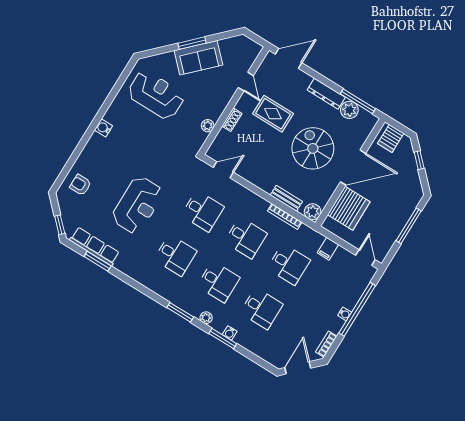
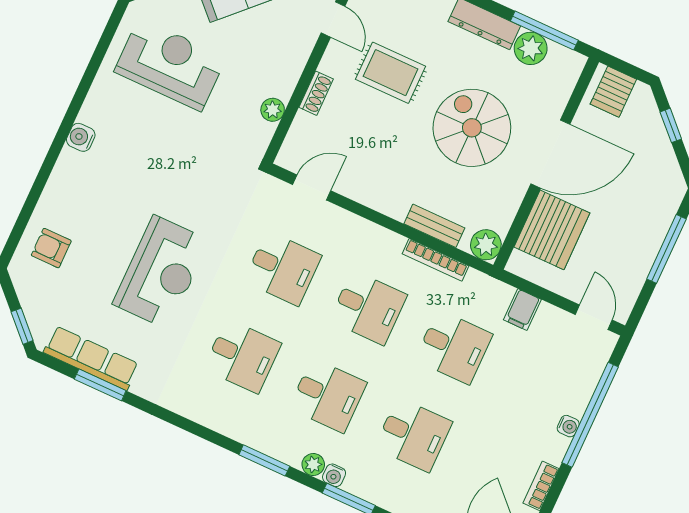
water cooler: (230, 333) -> (334, 475), moved

